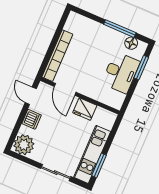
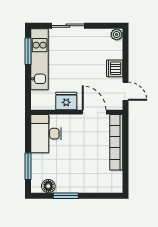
window: (120, 29) -> (66, 196), width x0.69
desk: (121, 73) -> (46, 134), moved
plant: (24, 145) -> (117, 35), width x0.53, depth x0.53

